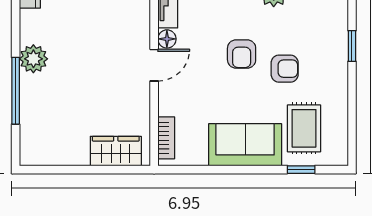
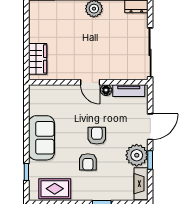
armchair: (242, 54) -> (97, 136), turned 90
rug: (304, 128) -> (55, 189), moved
bookcase: (166, 138) -> (46, 90), removed

